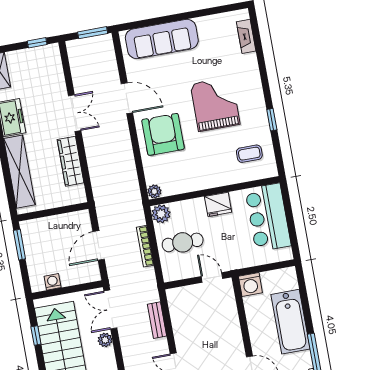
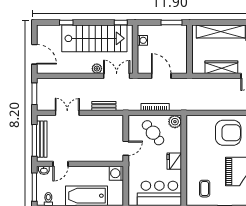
plant: (154, 191) -> (191, 120), removed
cafe table: (183, 242) -> (153, 133), turned -38
window: (36, 335) -> (121, 23), moved

